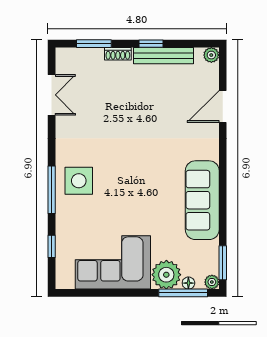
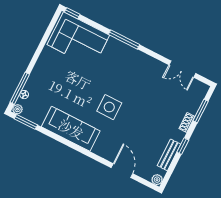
bench: (164, 56) -> (169, 155), width x0.73
side table: (79, 181) -> (109, 107), moved
window: (52, 246) -> (72, 13), moved
corner sofa: (113, 262) -> (78, 40), moved, turned 90
plant: (166, 275) -> (36, 84), removed

